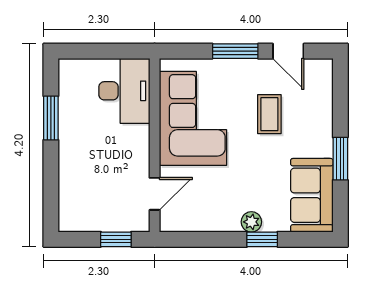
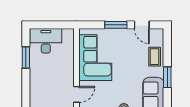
desk: (124, 91) -> (46, 41), moved, turned -90
coffee table: (269, 114) -> (155, 57), moved

